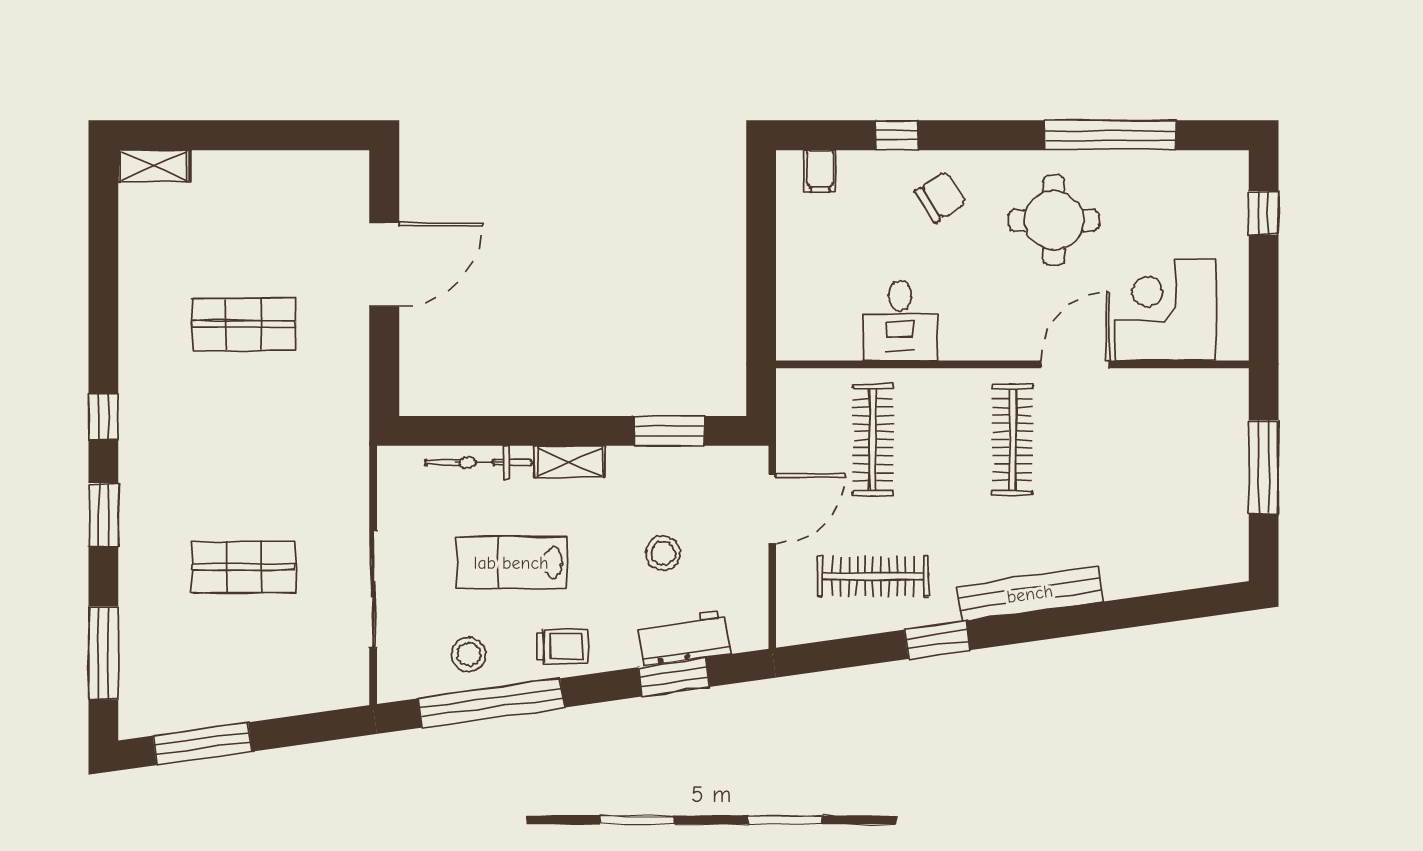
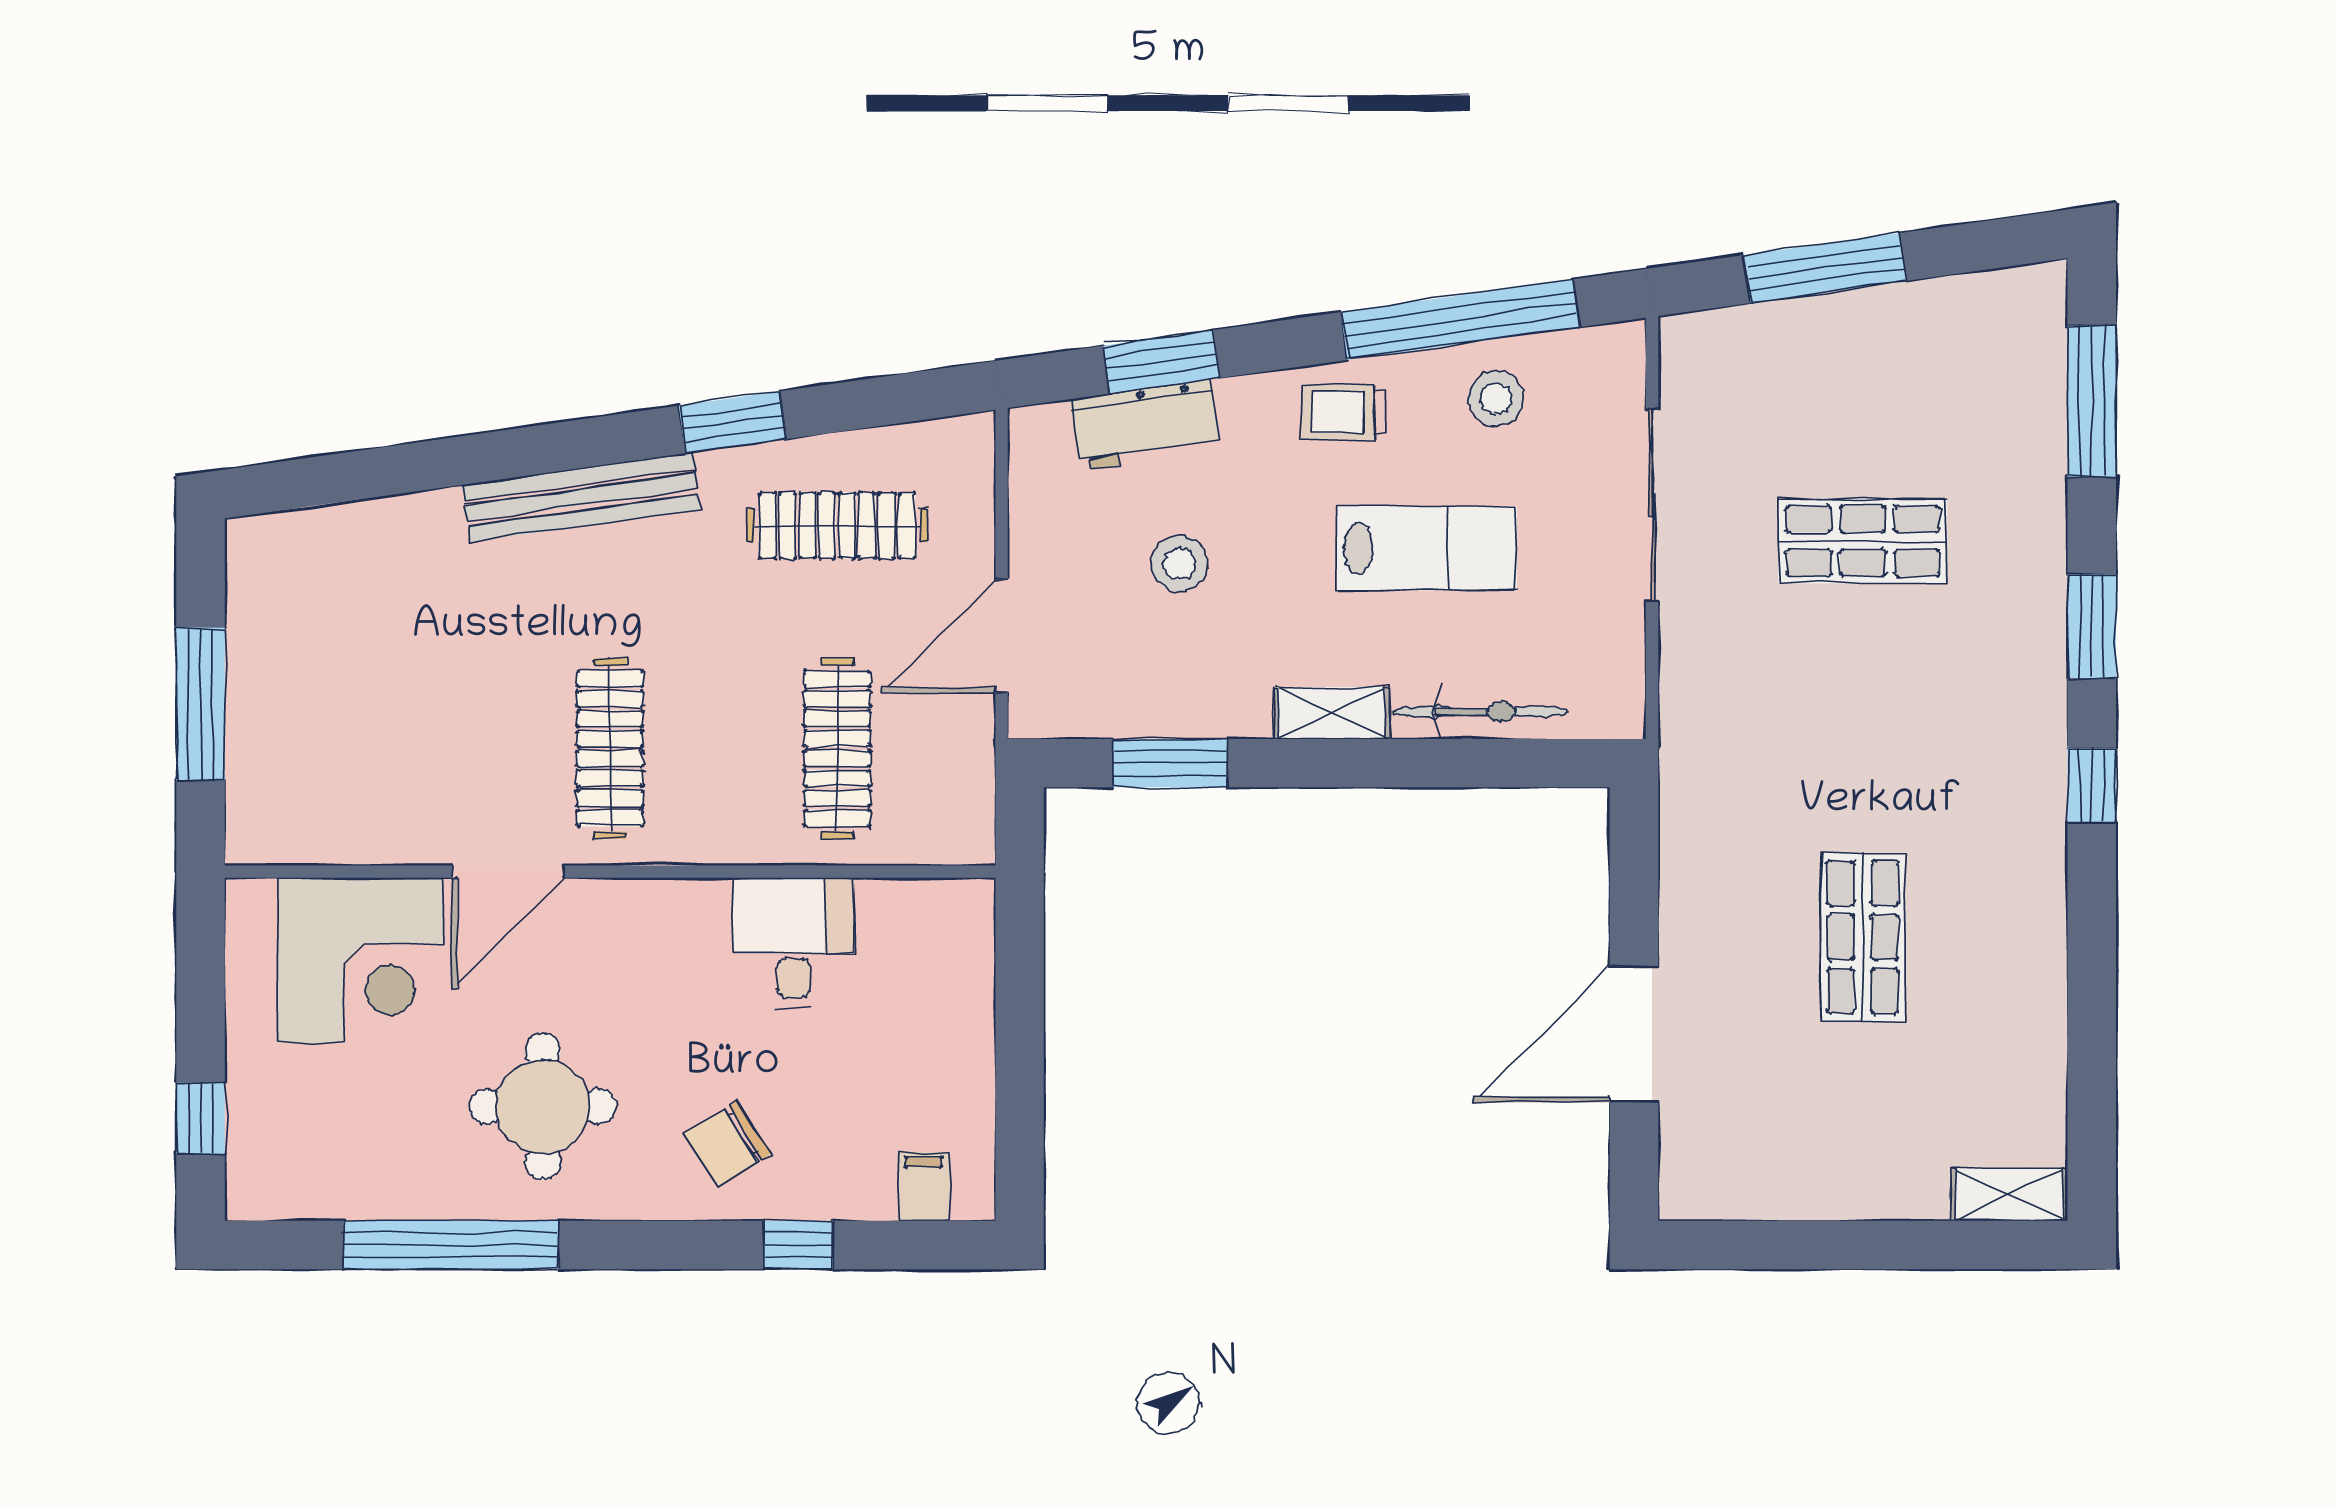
shop shelf: (244, 324) -> (1863, 937), turned 90
window: (202, 744) -> (1825, 268), moved

